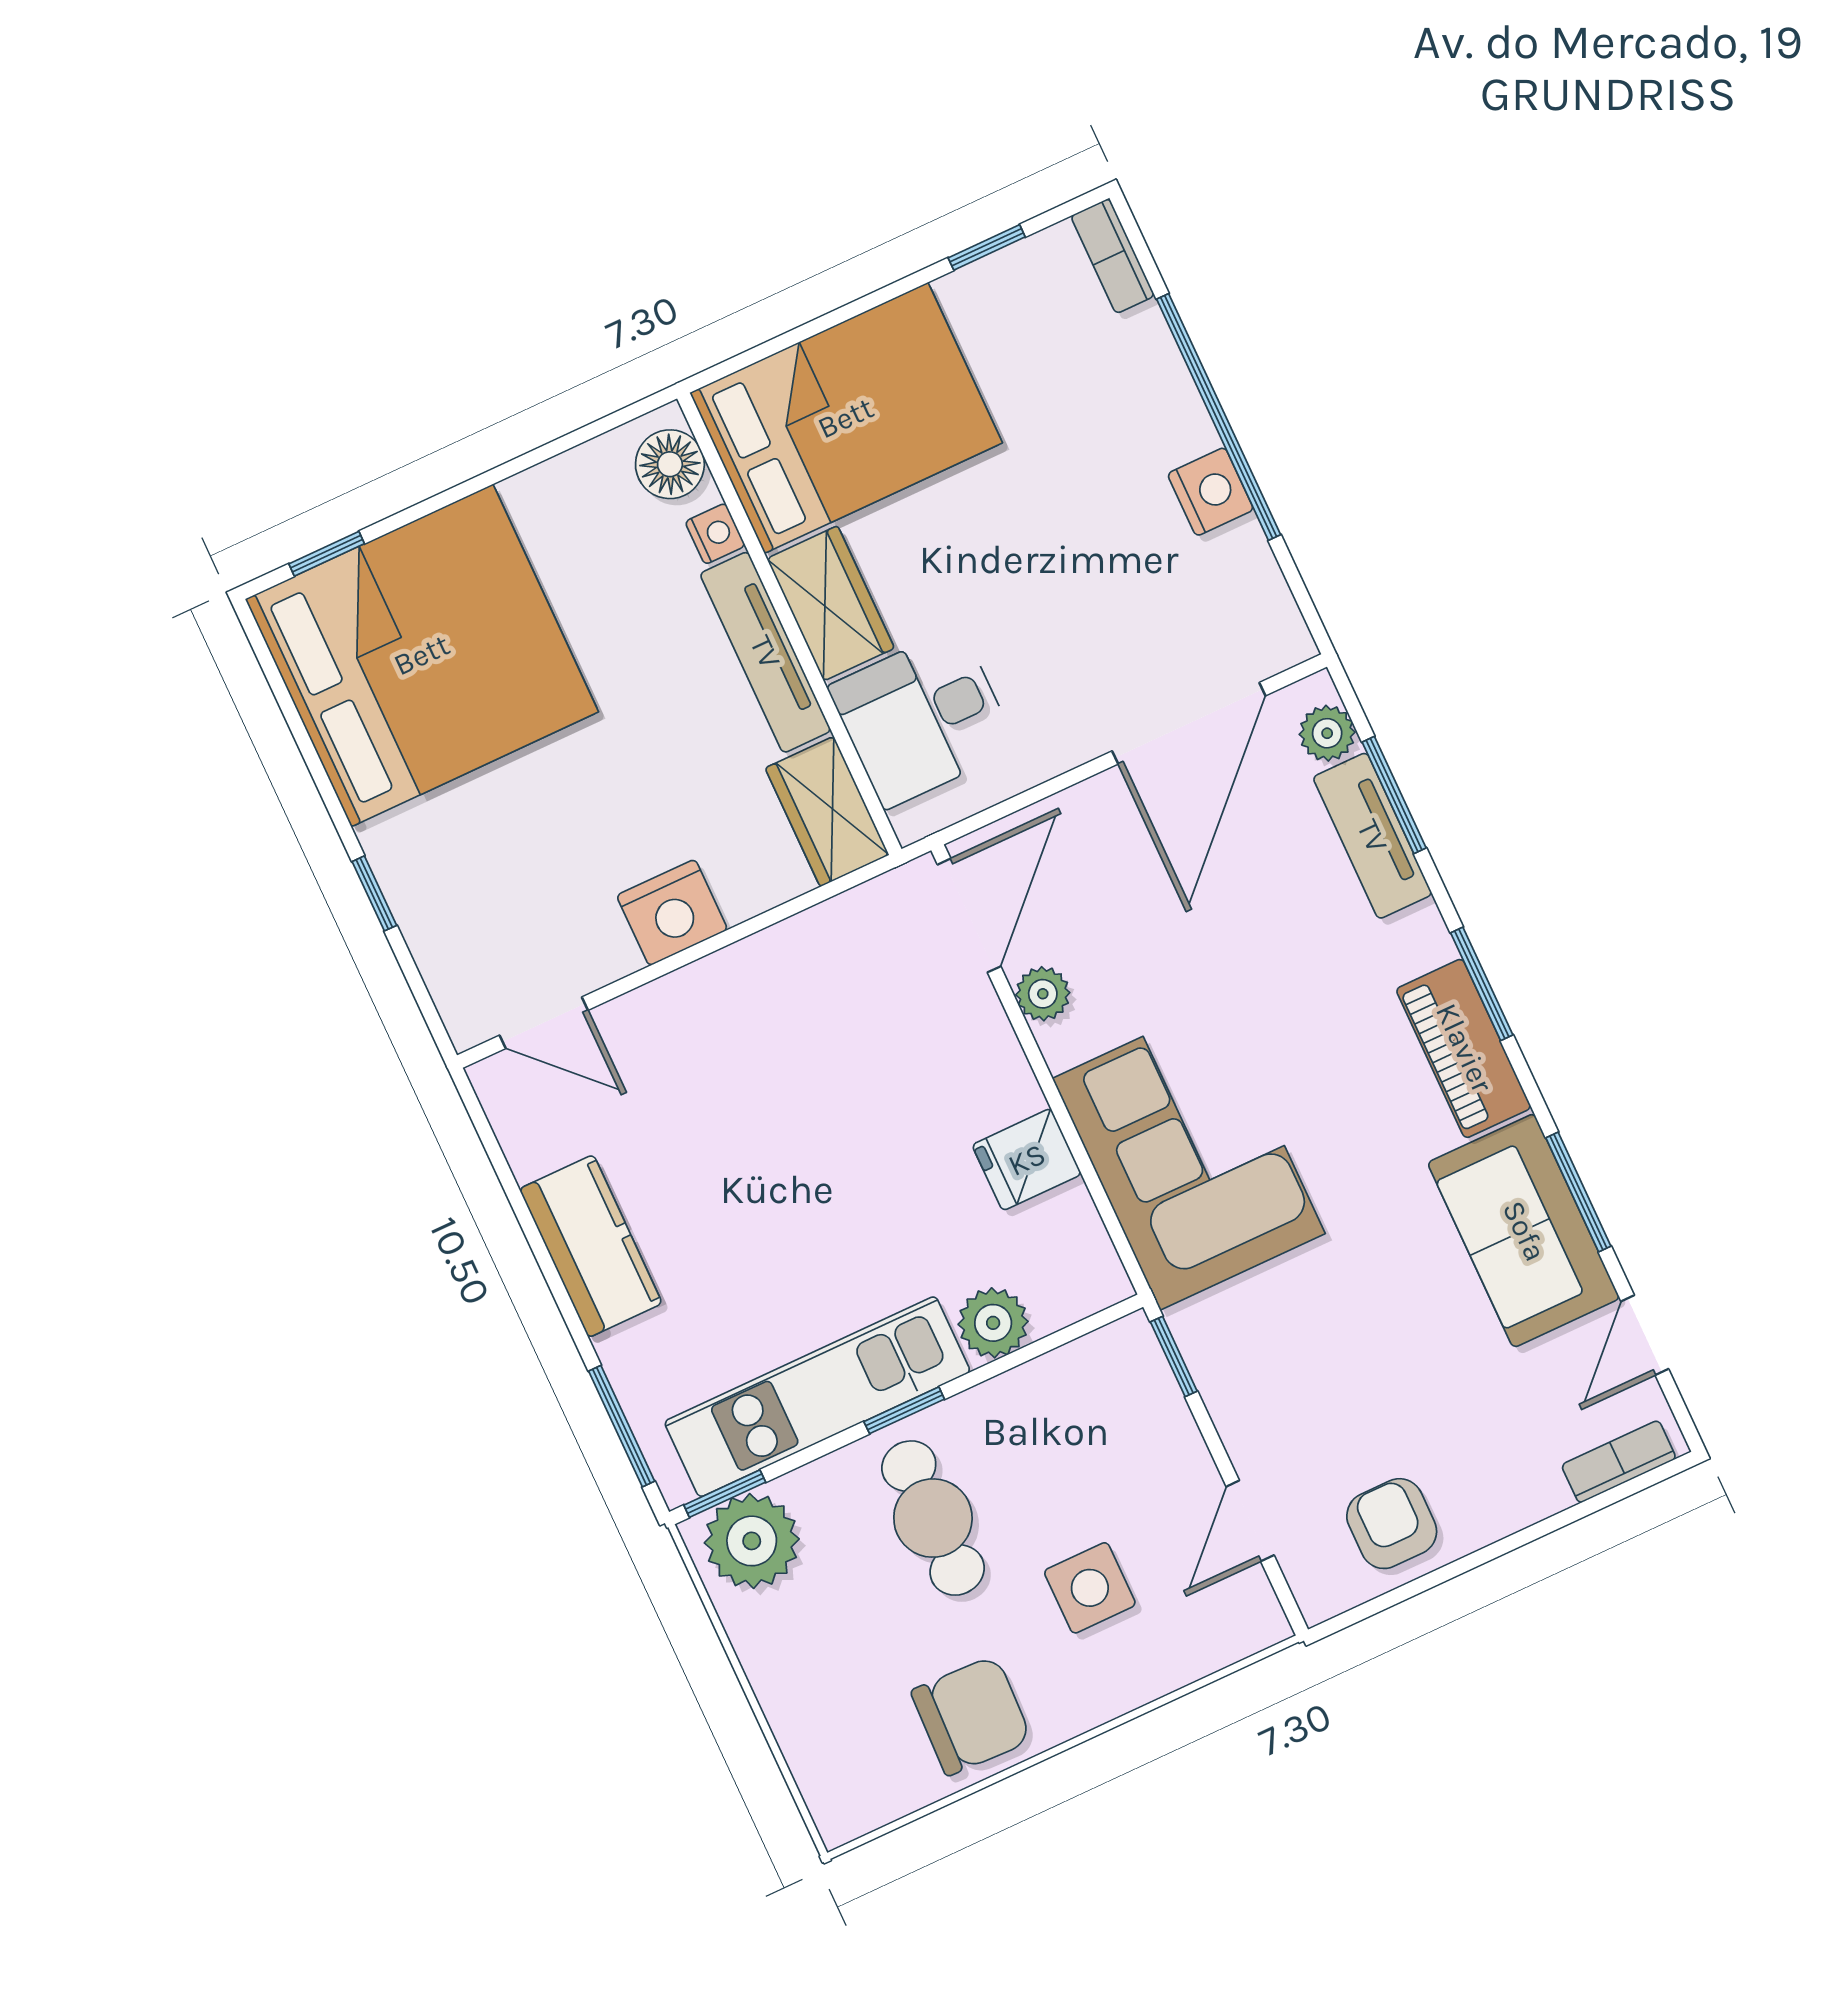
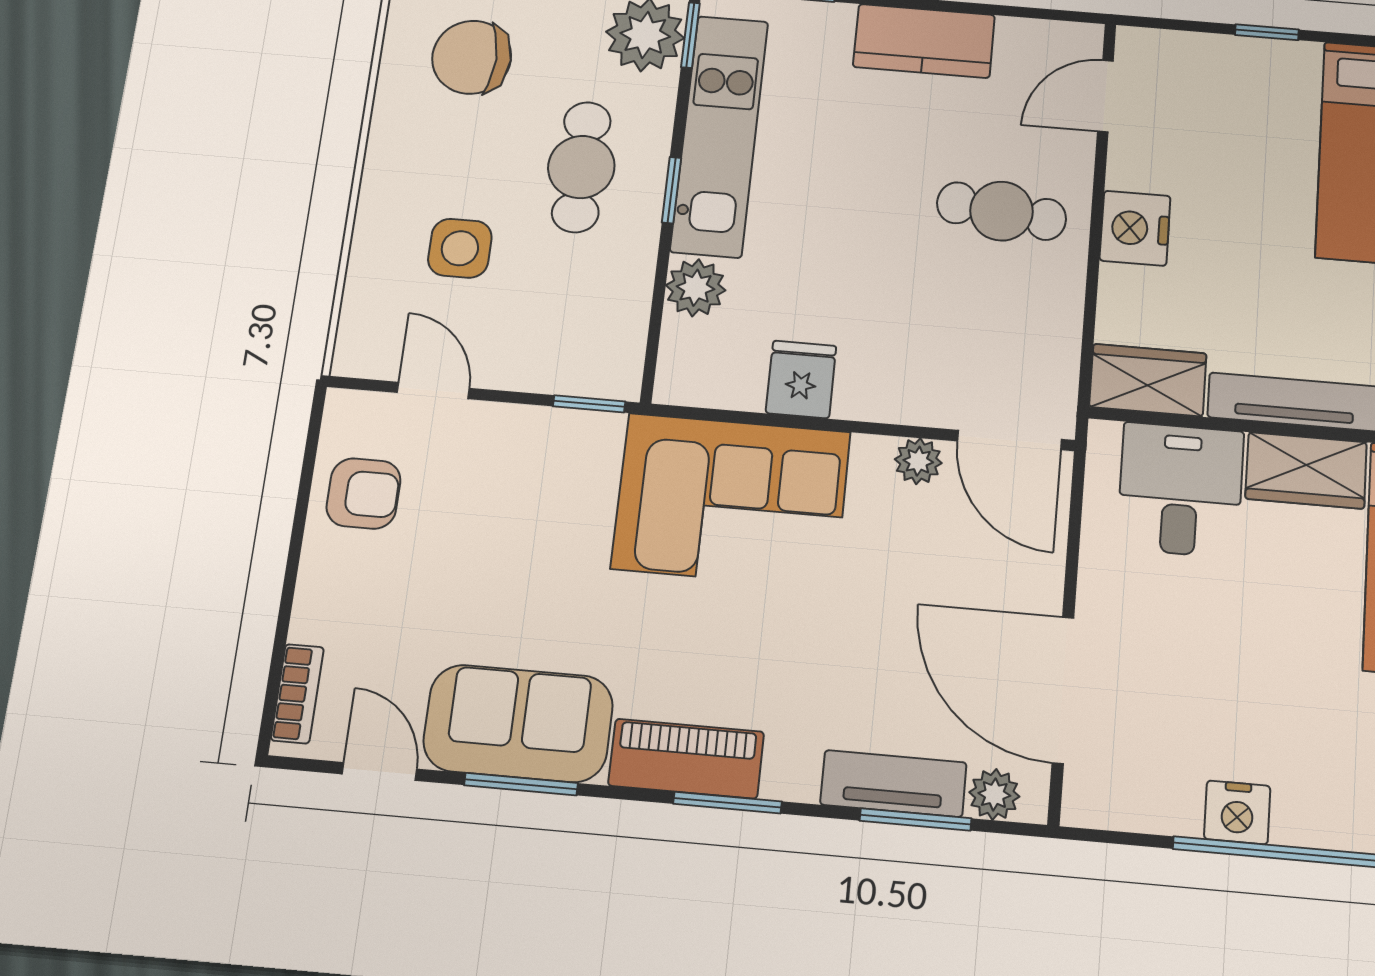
cafe table: (732, 1059) -> (1001, 211), added
cafe table: (933, 1518) -> (581, 167), turned 90
chair: (971, 1716) -> (472, 57), moved, turned 88

